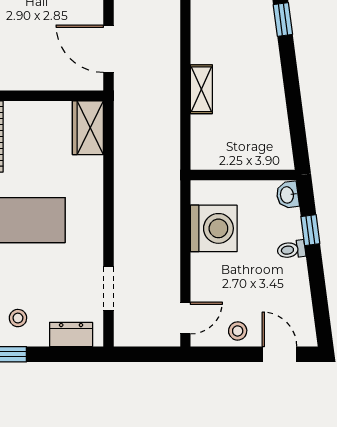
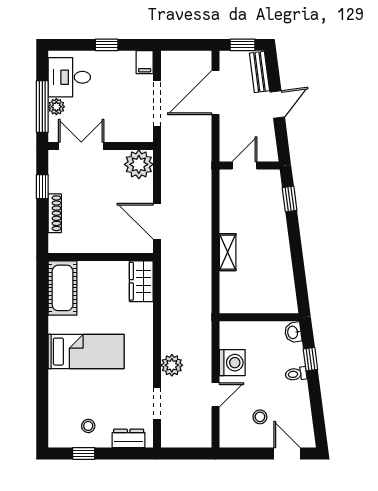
washing machine: (214, 228) -> (232, 363), width x0.73, depth x0.73
plant: (128, 238) -> (172, 365), added
door: (185, 318) -> (215, 395), moved
stool: (238, 331) -> (260, 417), moved

